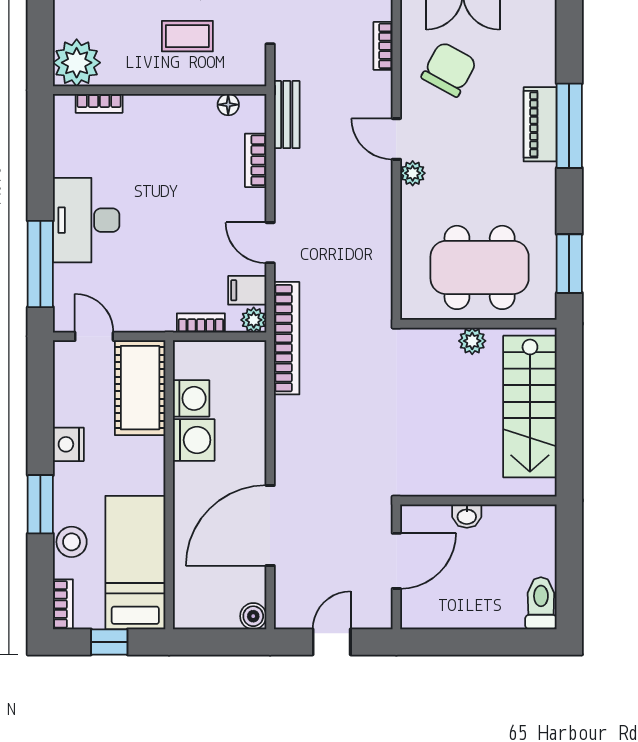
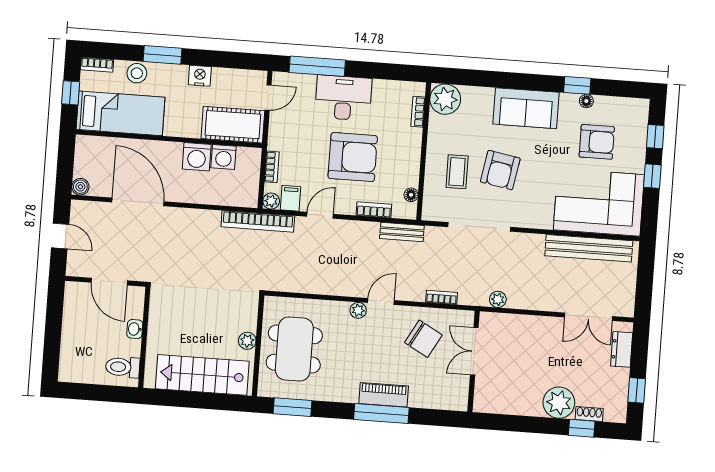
armchair: (176, 199) -> (353, 157), added
toilet: (541, 603) -> (123, 367), moved, turned 180

